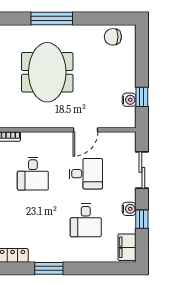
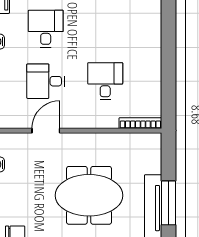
meeting table: (47, 72) -> (89, 195), turned 90

